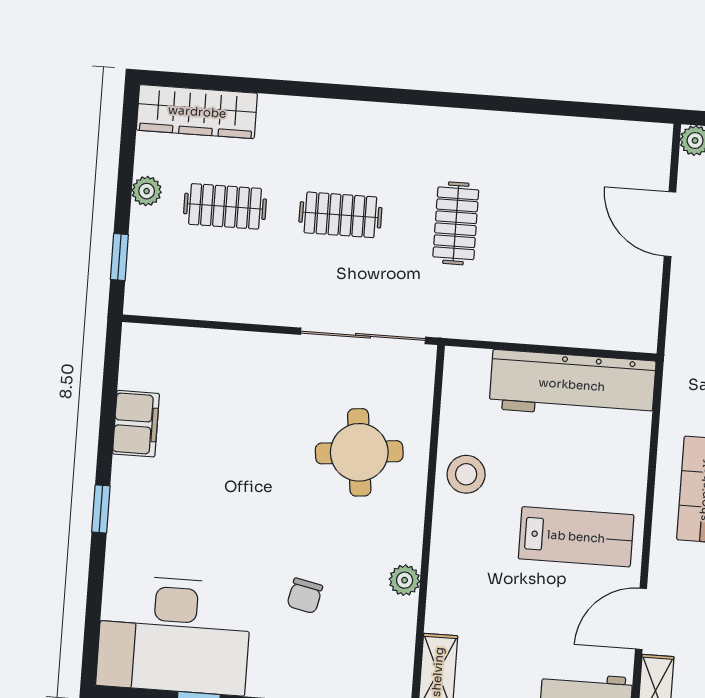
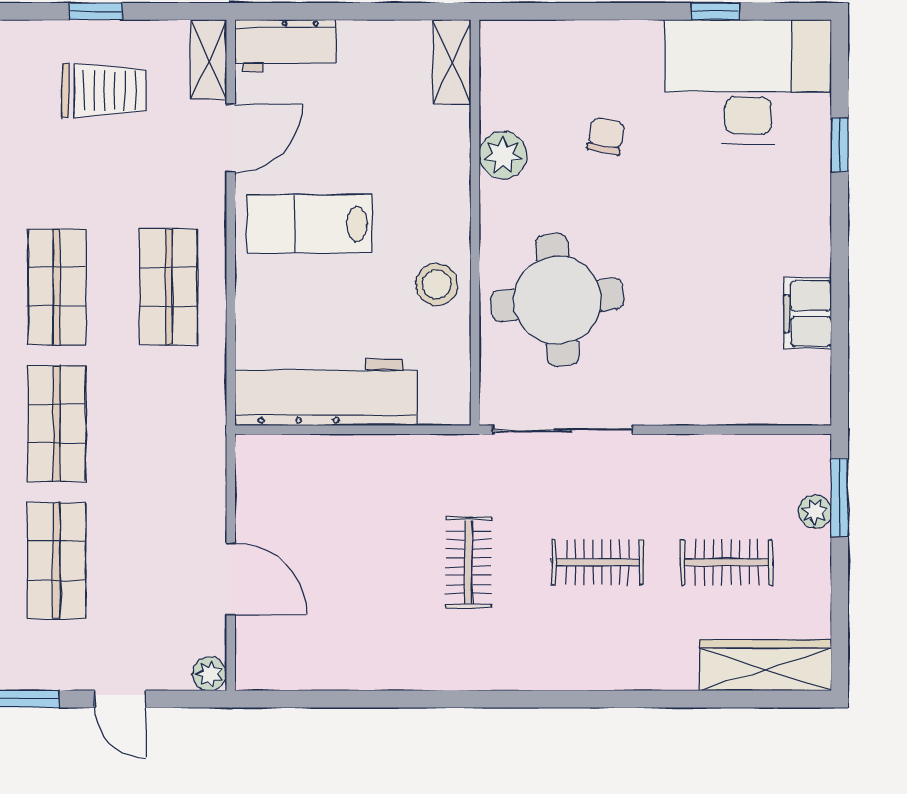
plant: (147, 191) -> (815, 512), moved
window: (119, 257) -> (840, 497), width x1.50
round table: (359, 452) -> (557, 300), width x1.36, depth x1.36
window: (101, 509) -> (840, 145), moved
plant: (405, 580) -> (503, 155), width x1.38, depth x1.38

